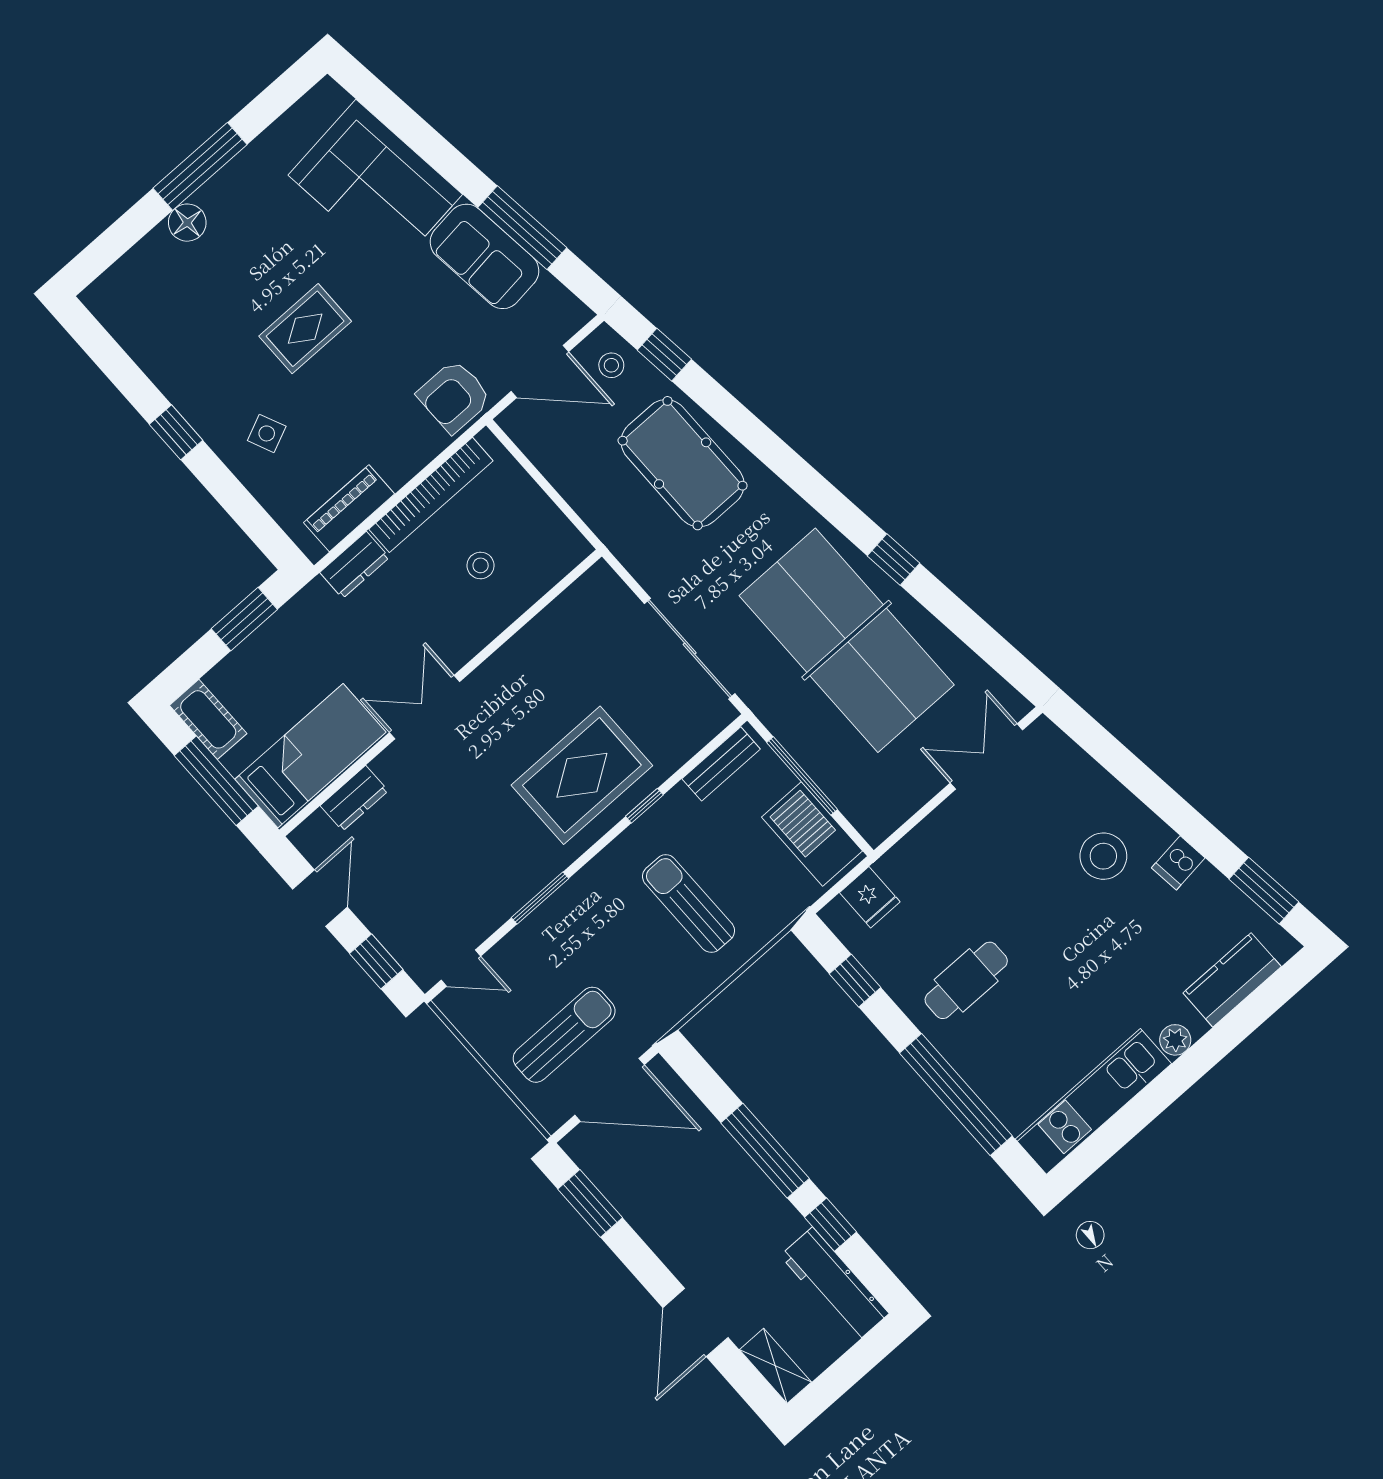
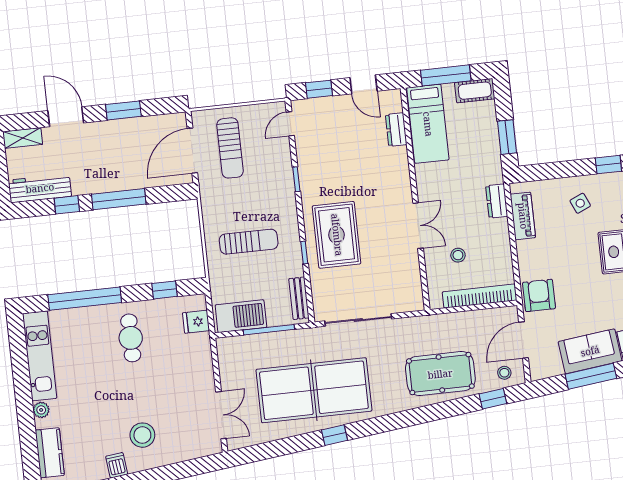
bookcase: (431, 495) -> (479, 296), moved, turned 90
double door: (425, 707) -> (418, 226), moved
window: (540, 898) -> (296, 179), width x0.67
window: (590, 1203) -> (123, 110), moved

